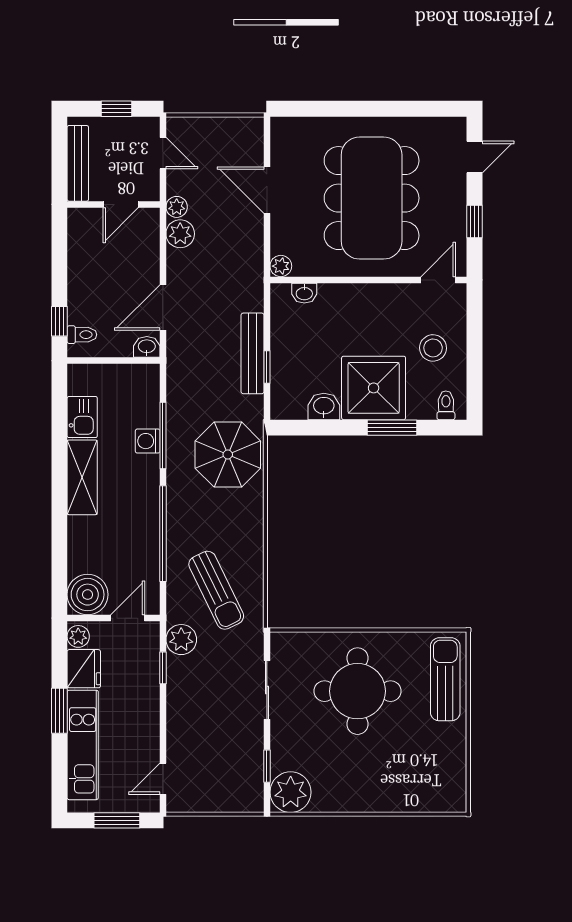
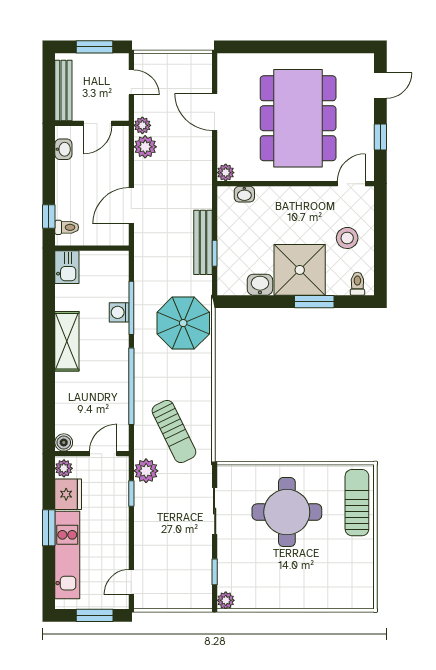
window: (117, 109) -> (94, 47), width x1.50
washbasin: (147, 347) -> (63, 149), moved, turned 90
kitchen sink: (82, 417) -> (67, 267), moved
boiler: (88, 595) -> (64, 442), width x0.54, depth x0.54
plant: (291, 792) -> (226, 600), width x0.53, depth x0.53

